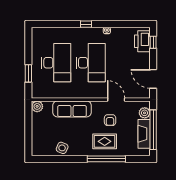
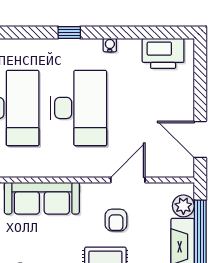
printer: (142, 41) -> (163, 53), moved, turned -90
window: (153, 42) -> (200, 68), removed
door: (116, 100) -> (128, 180), hinge flipped

